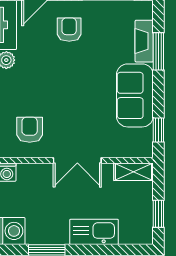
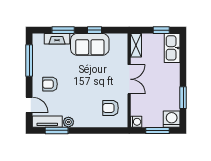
window: (158, 130) -> (95, 30), moved
kitchen sink: (94, 232) -> (172, 48), moved

